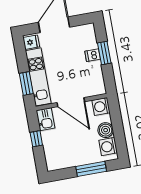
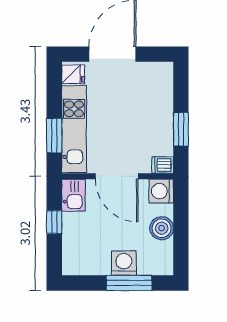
window: (104, 53) -> (181, 129), moved
dishwasher: (93, 55) -> (163, 165), moved
washing machine: (108, 147) -> (124, 263), moved, turned 90

